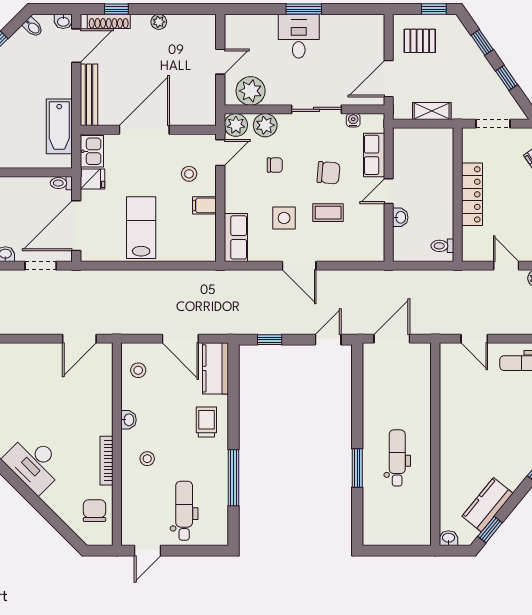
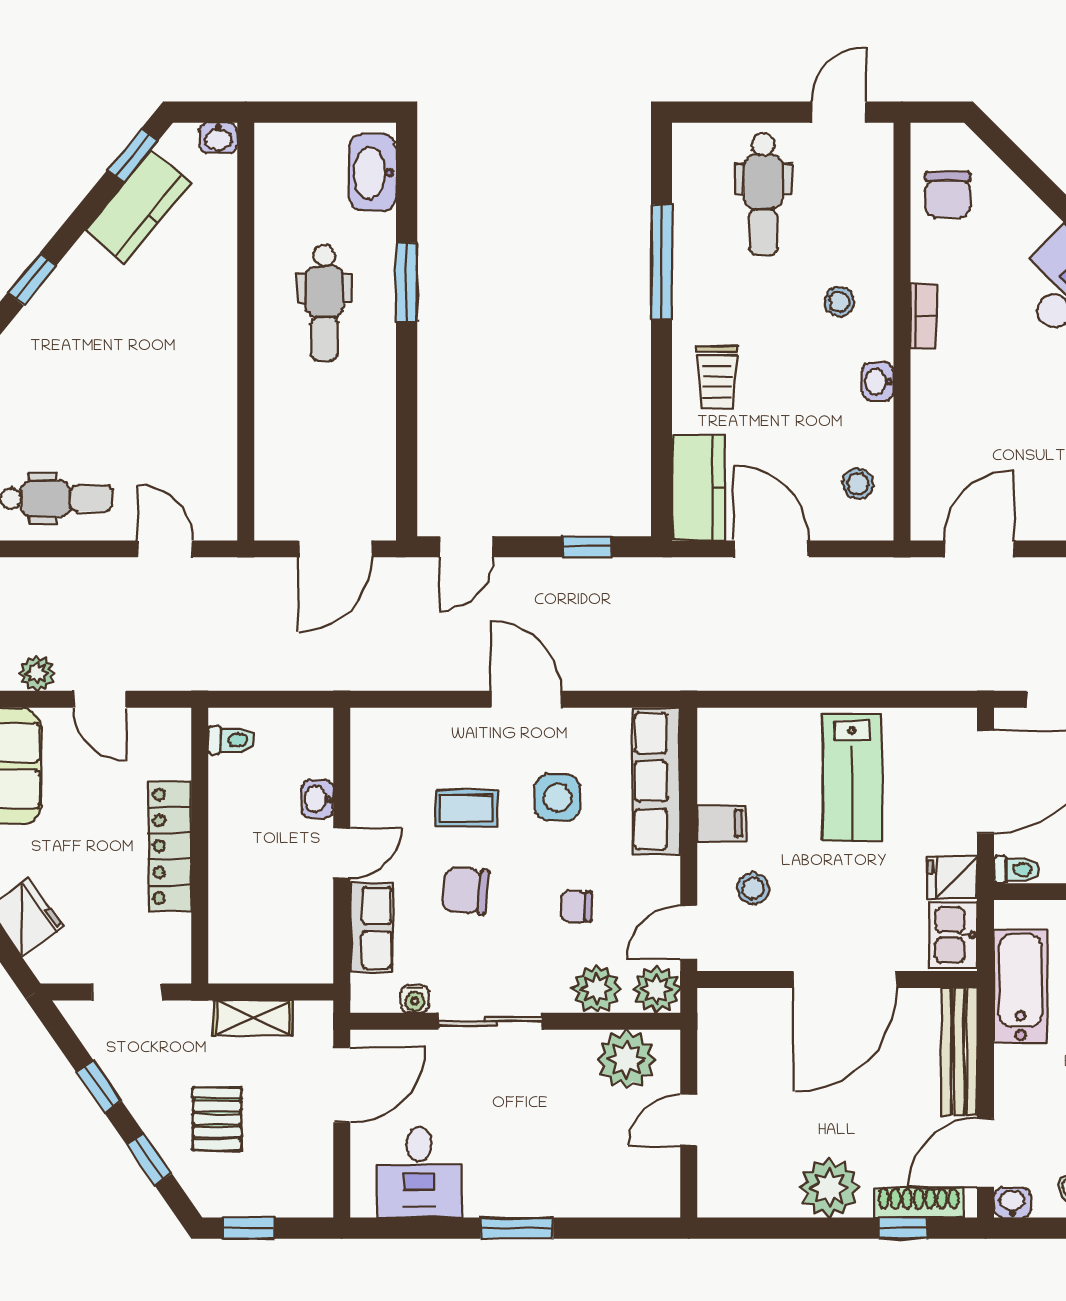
plant: (159, 22) -> (829, 1188), width x1.88, depth x1.88
desk: (299, 36) -> (419, 1172), moved
pallet: (420, 41) -> (217, 1119), moved, turned 90
row of seats: (236, 237) -> (657, 781), width x1.48
bookcase: (107, 461) -> (923, 316), width x0.64
washbasin: (374, 521) -> (373, 173), added

